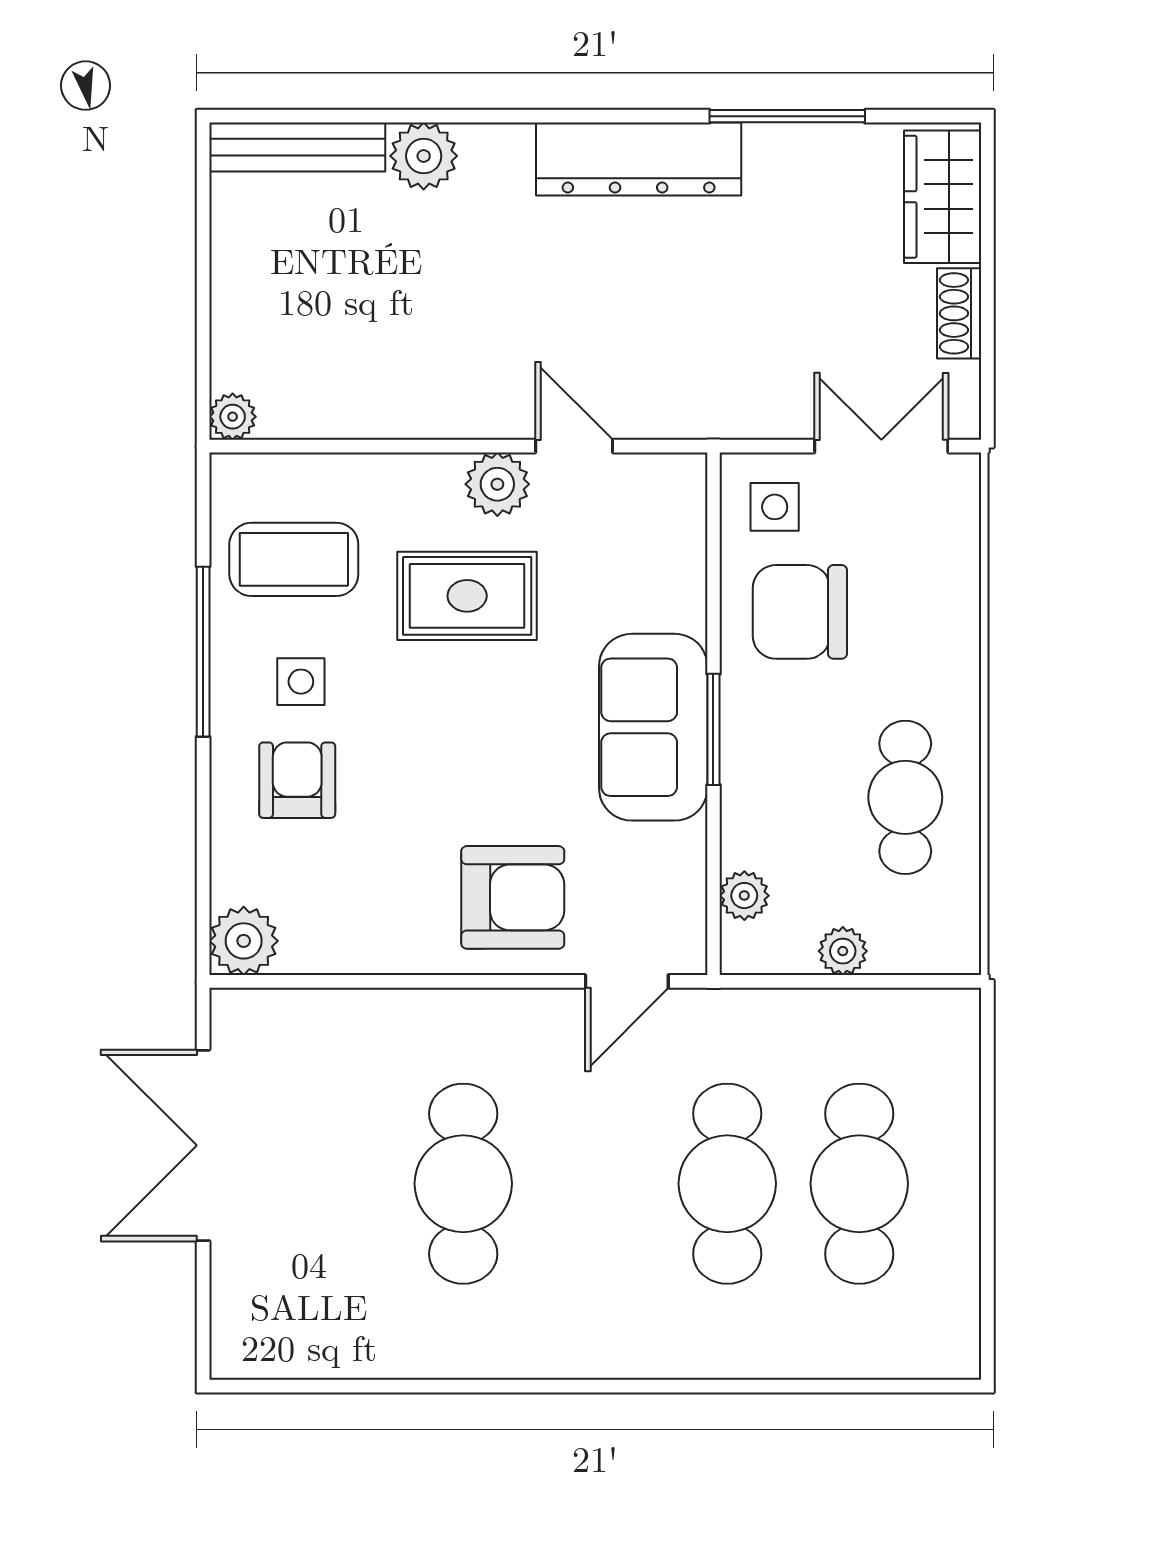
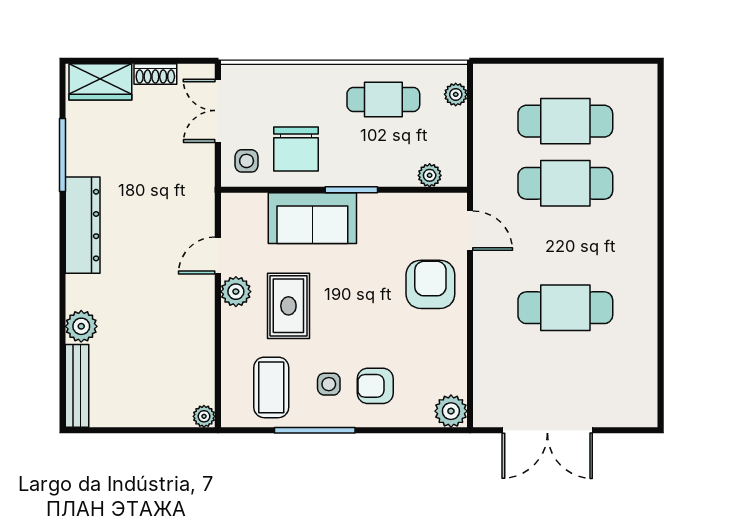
sofa: (653, 727) -> (312, 218), moved
plant: (843, 951) -> (456, 94), moved

